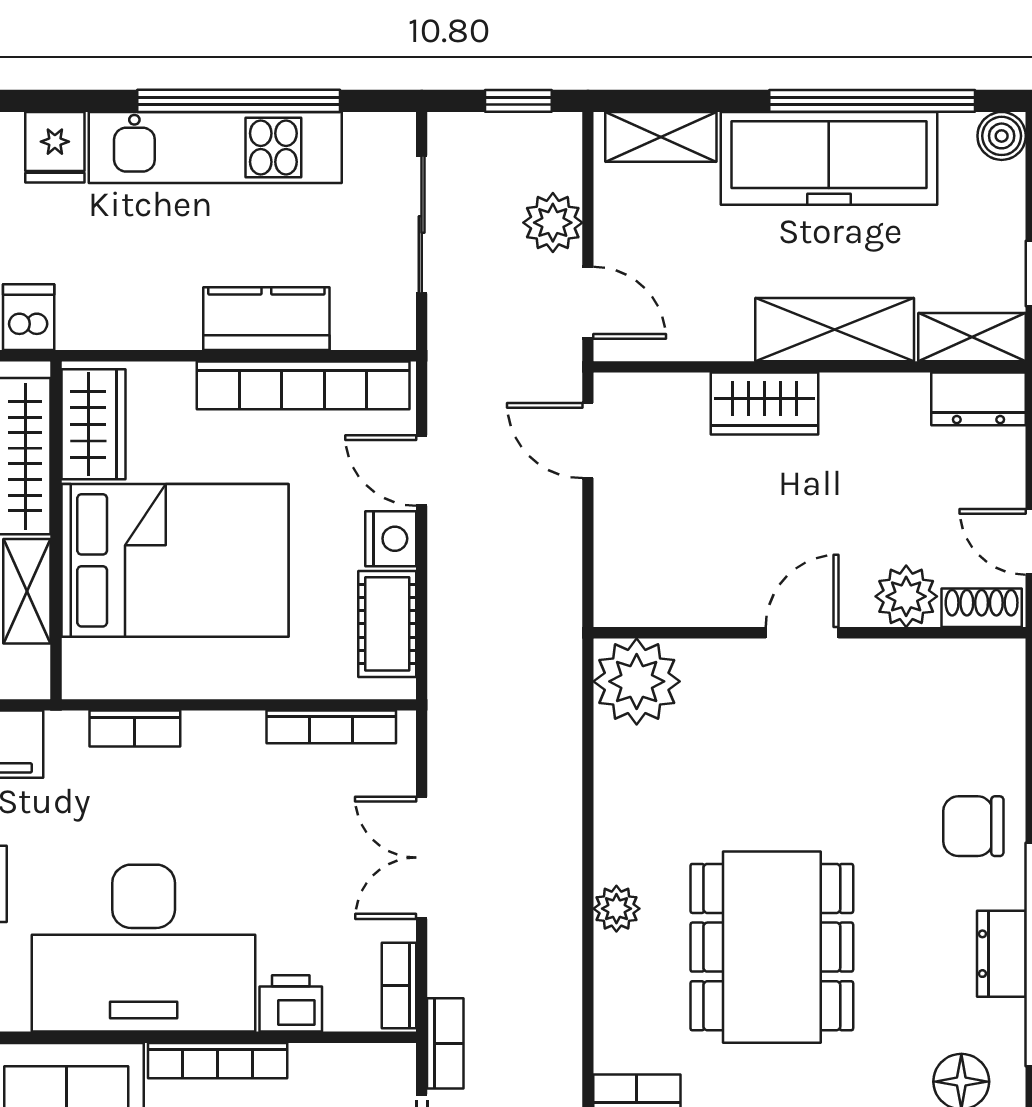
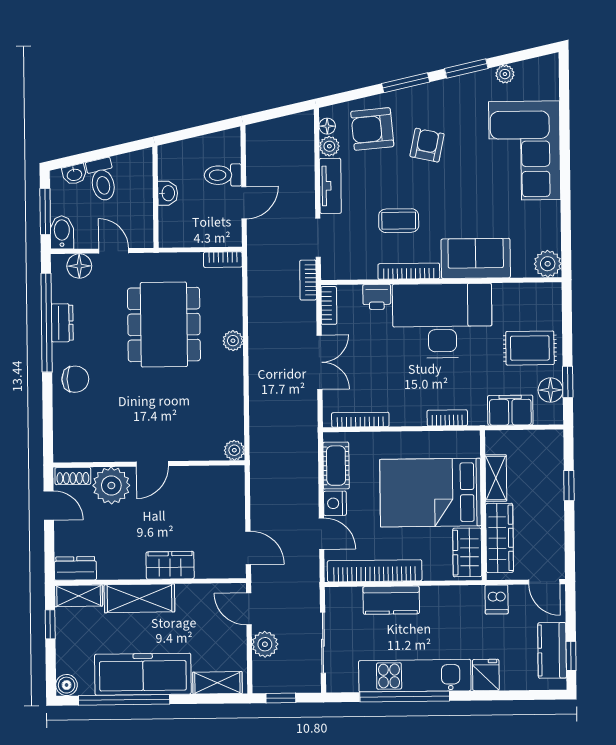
plant: (906, 596) -> (111, 485), width x1.36, depth x1.36
plant: (637, 681) -> (234, 450), width x0.53, depth x0.53

